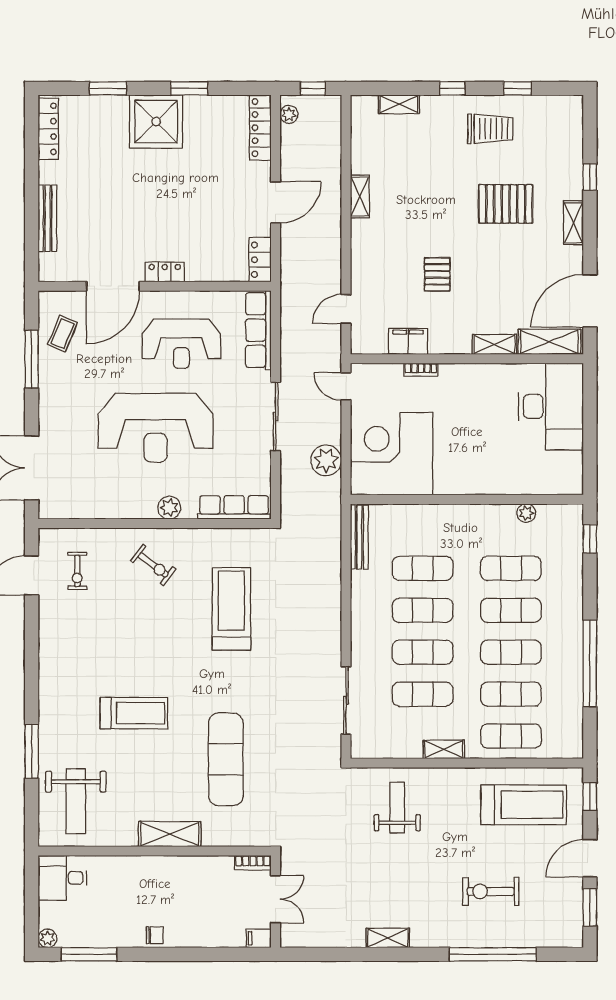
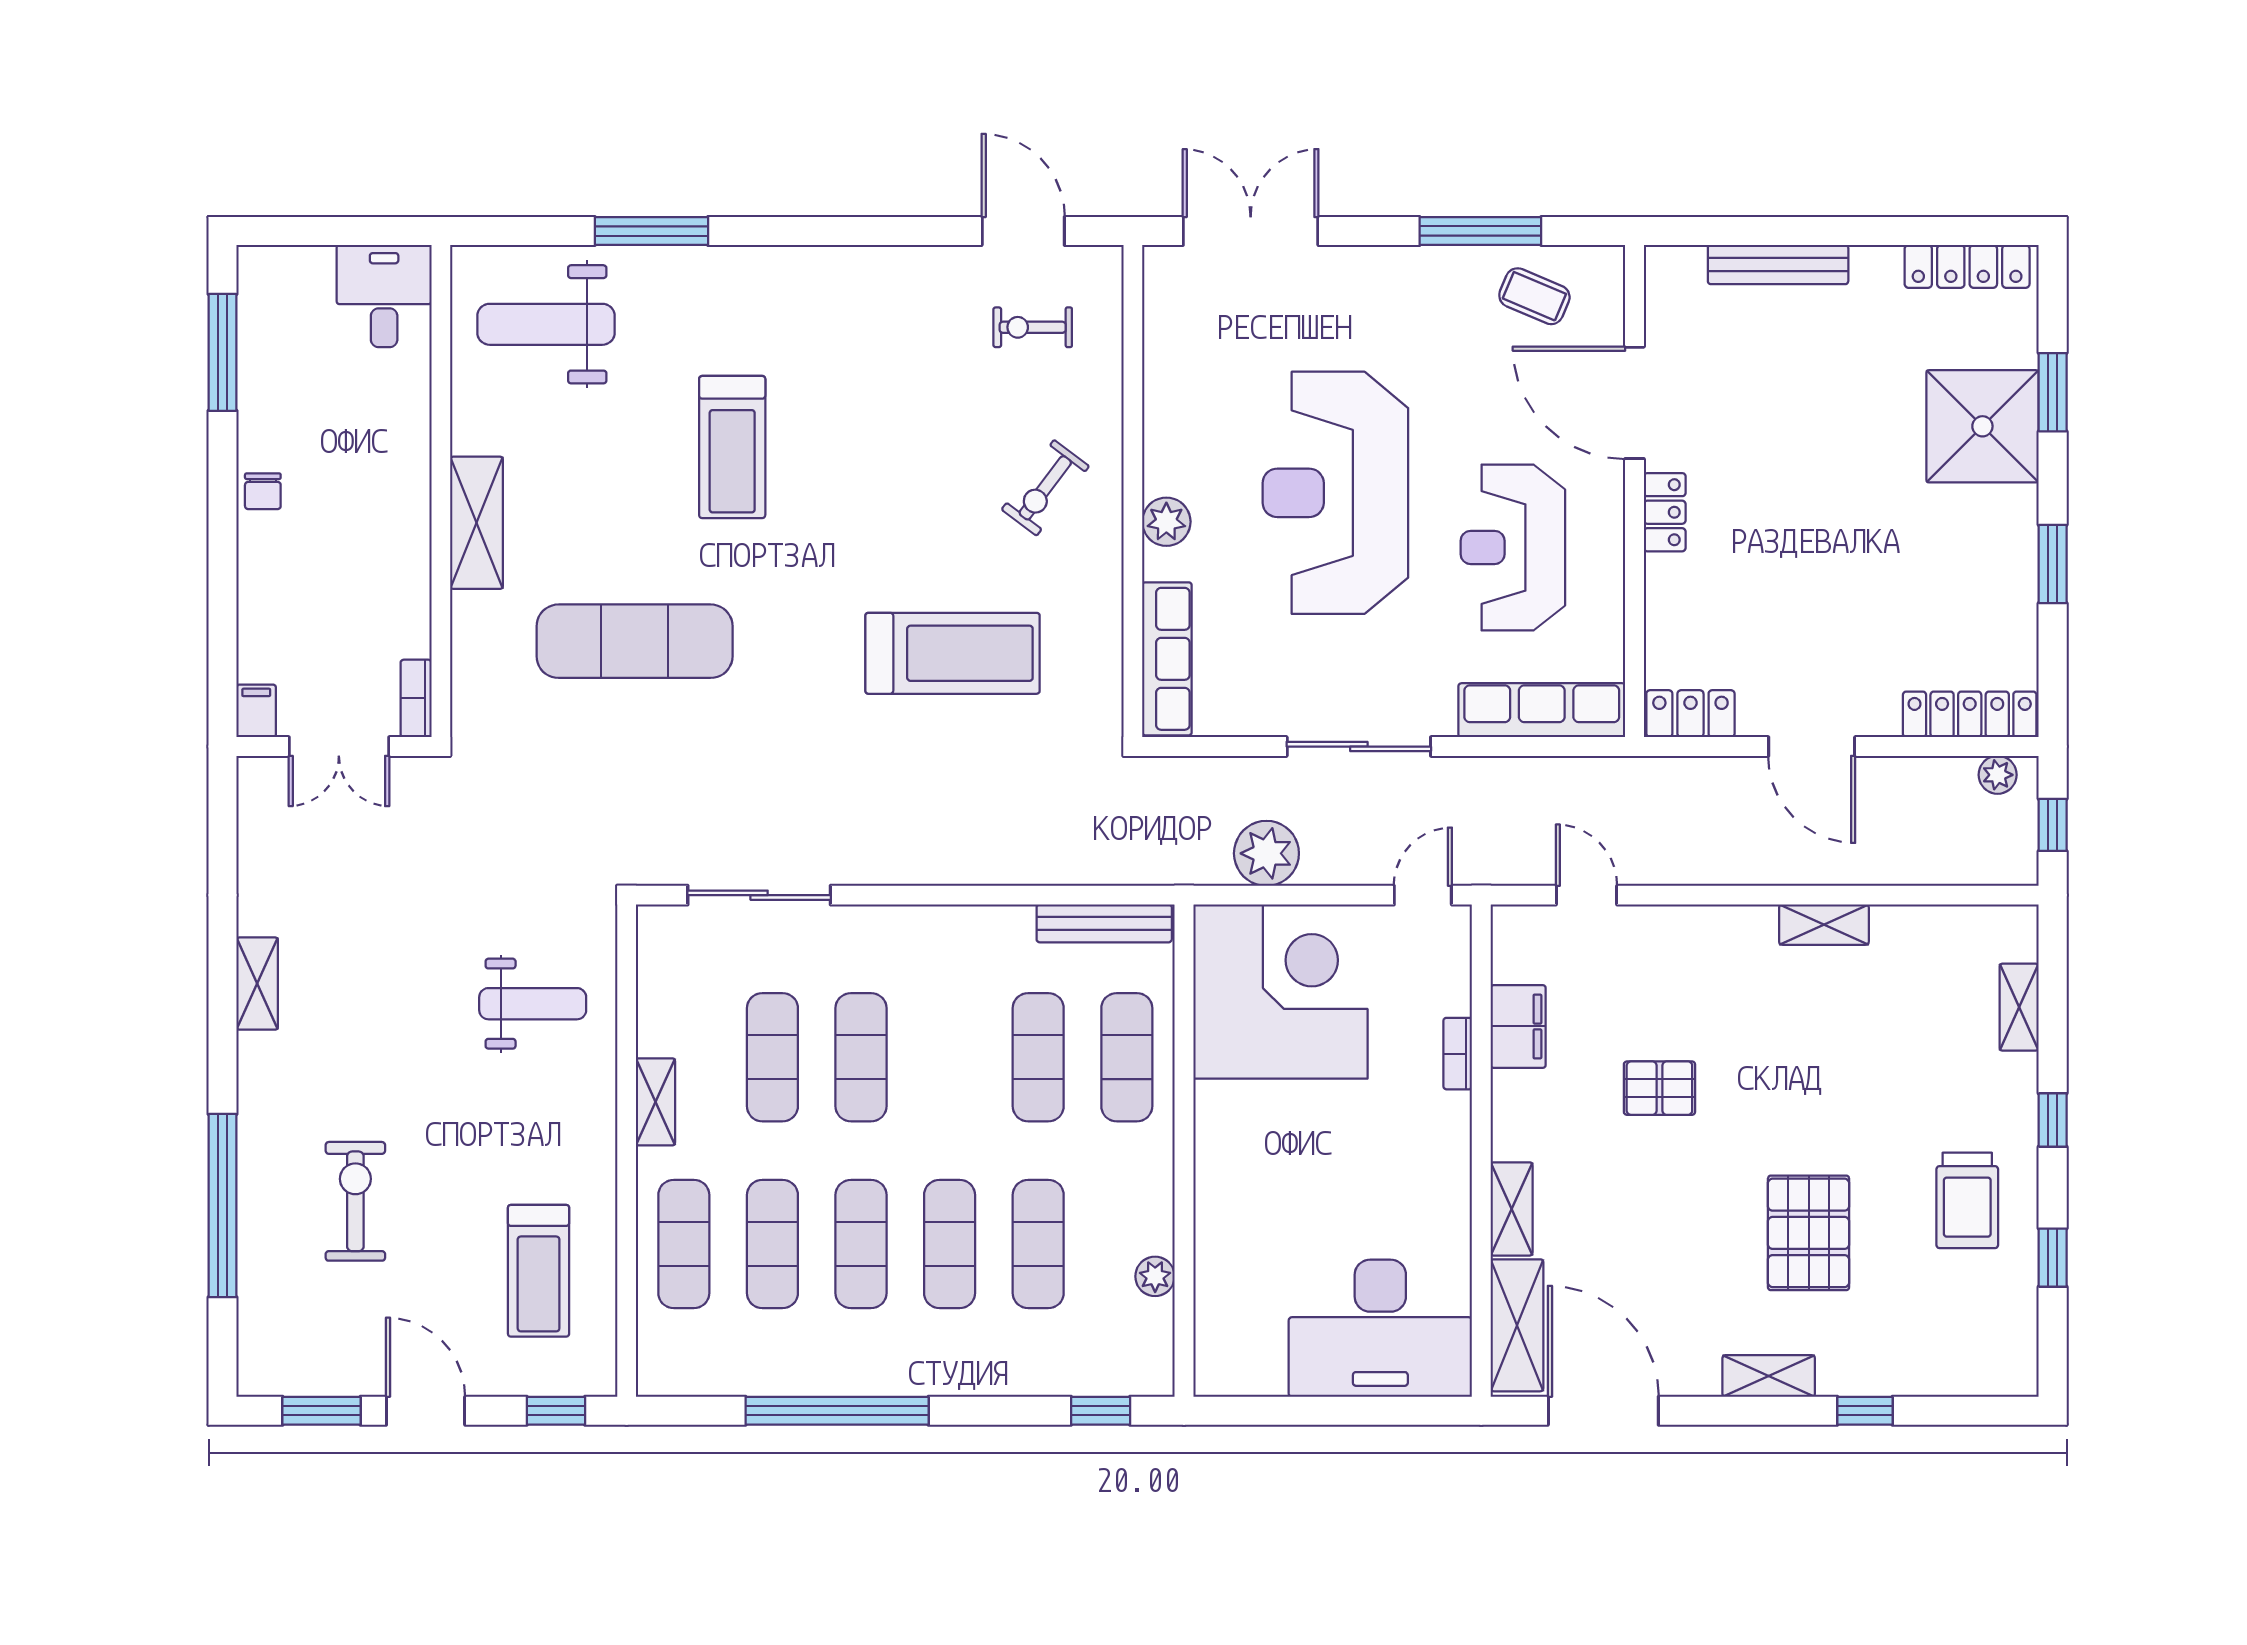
shower: (156, 122) -> (1982, 426), moved
exercise mat: (423, 610) -> (1127, 1057), moved
treadmill: (524, 805) -> (539, 1271), width x0.73, depth x0.73
plant: (48, 938) -> (256, 265), removed

